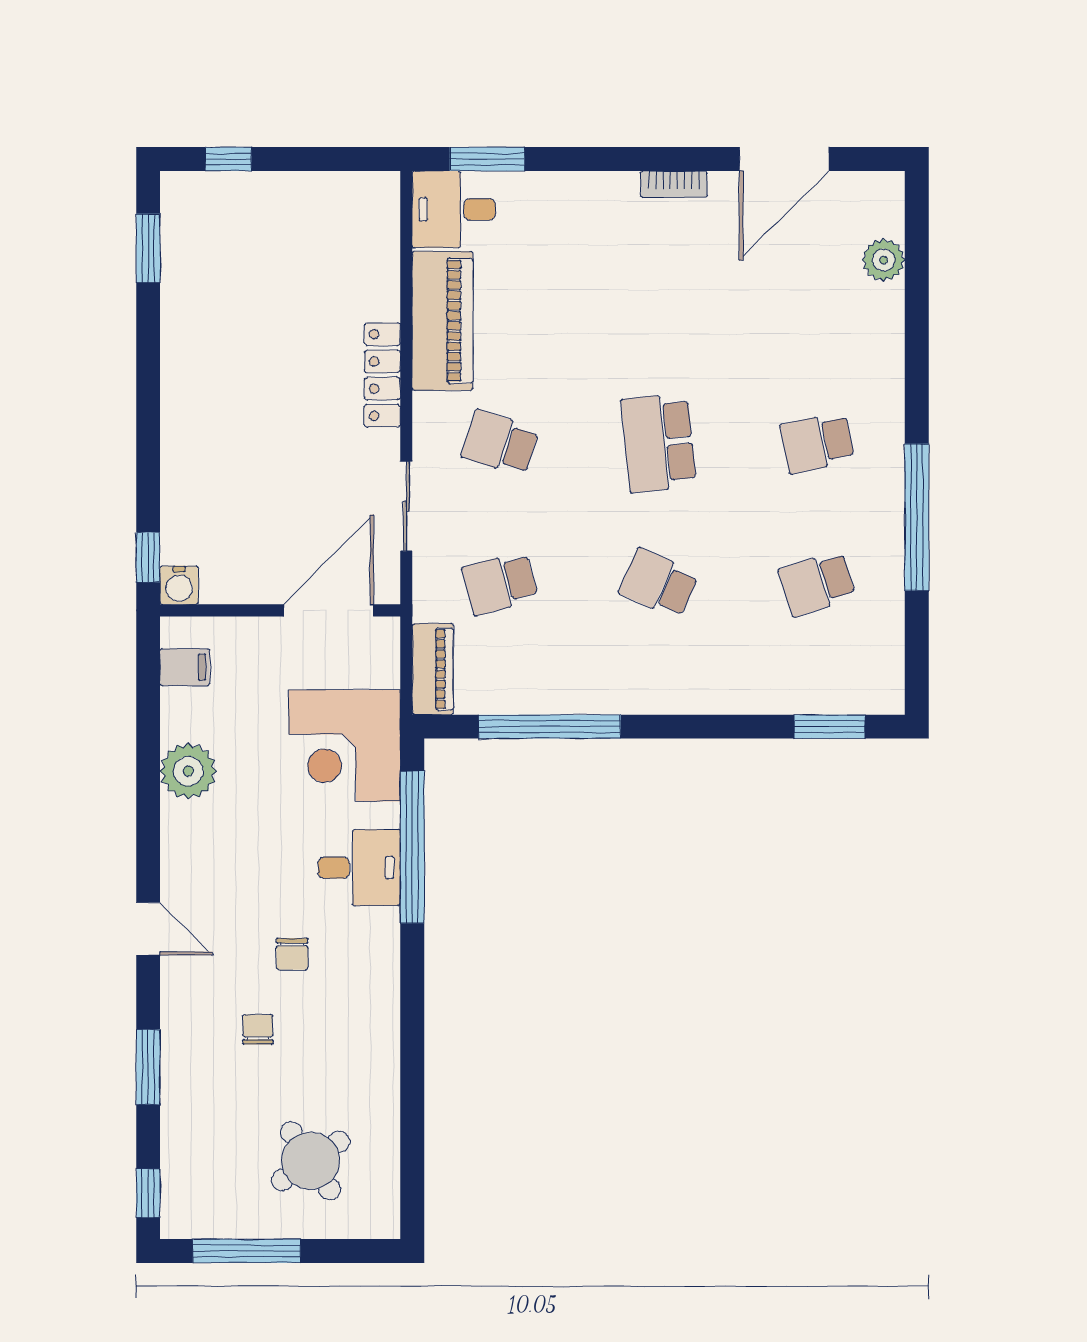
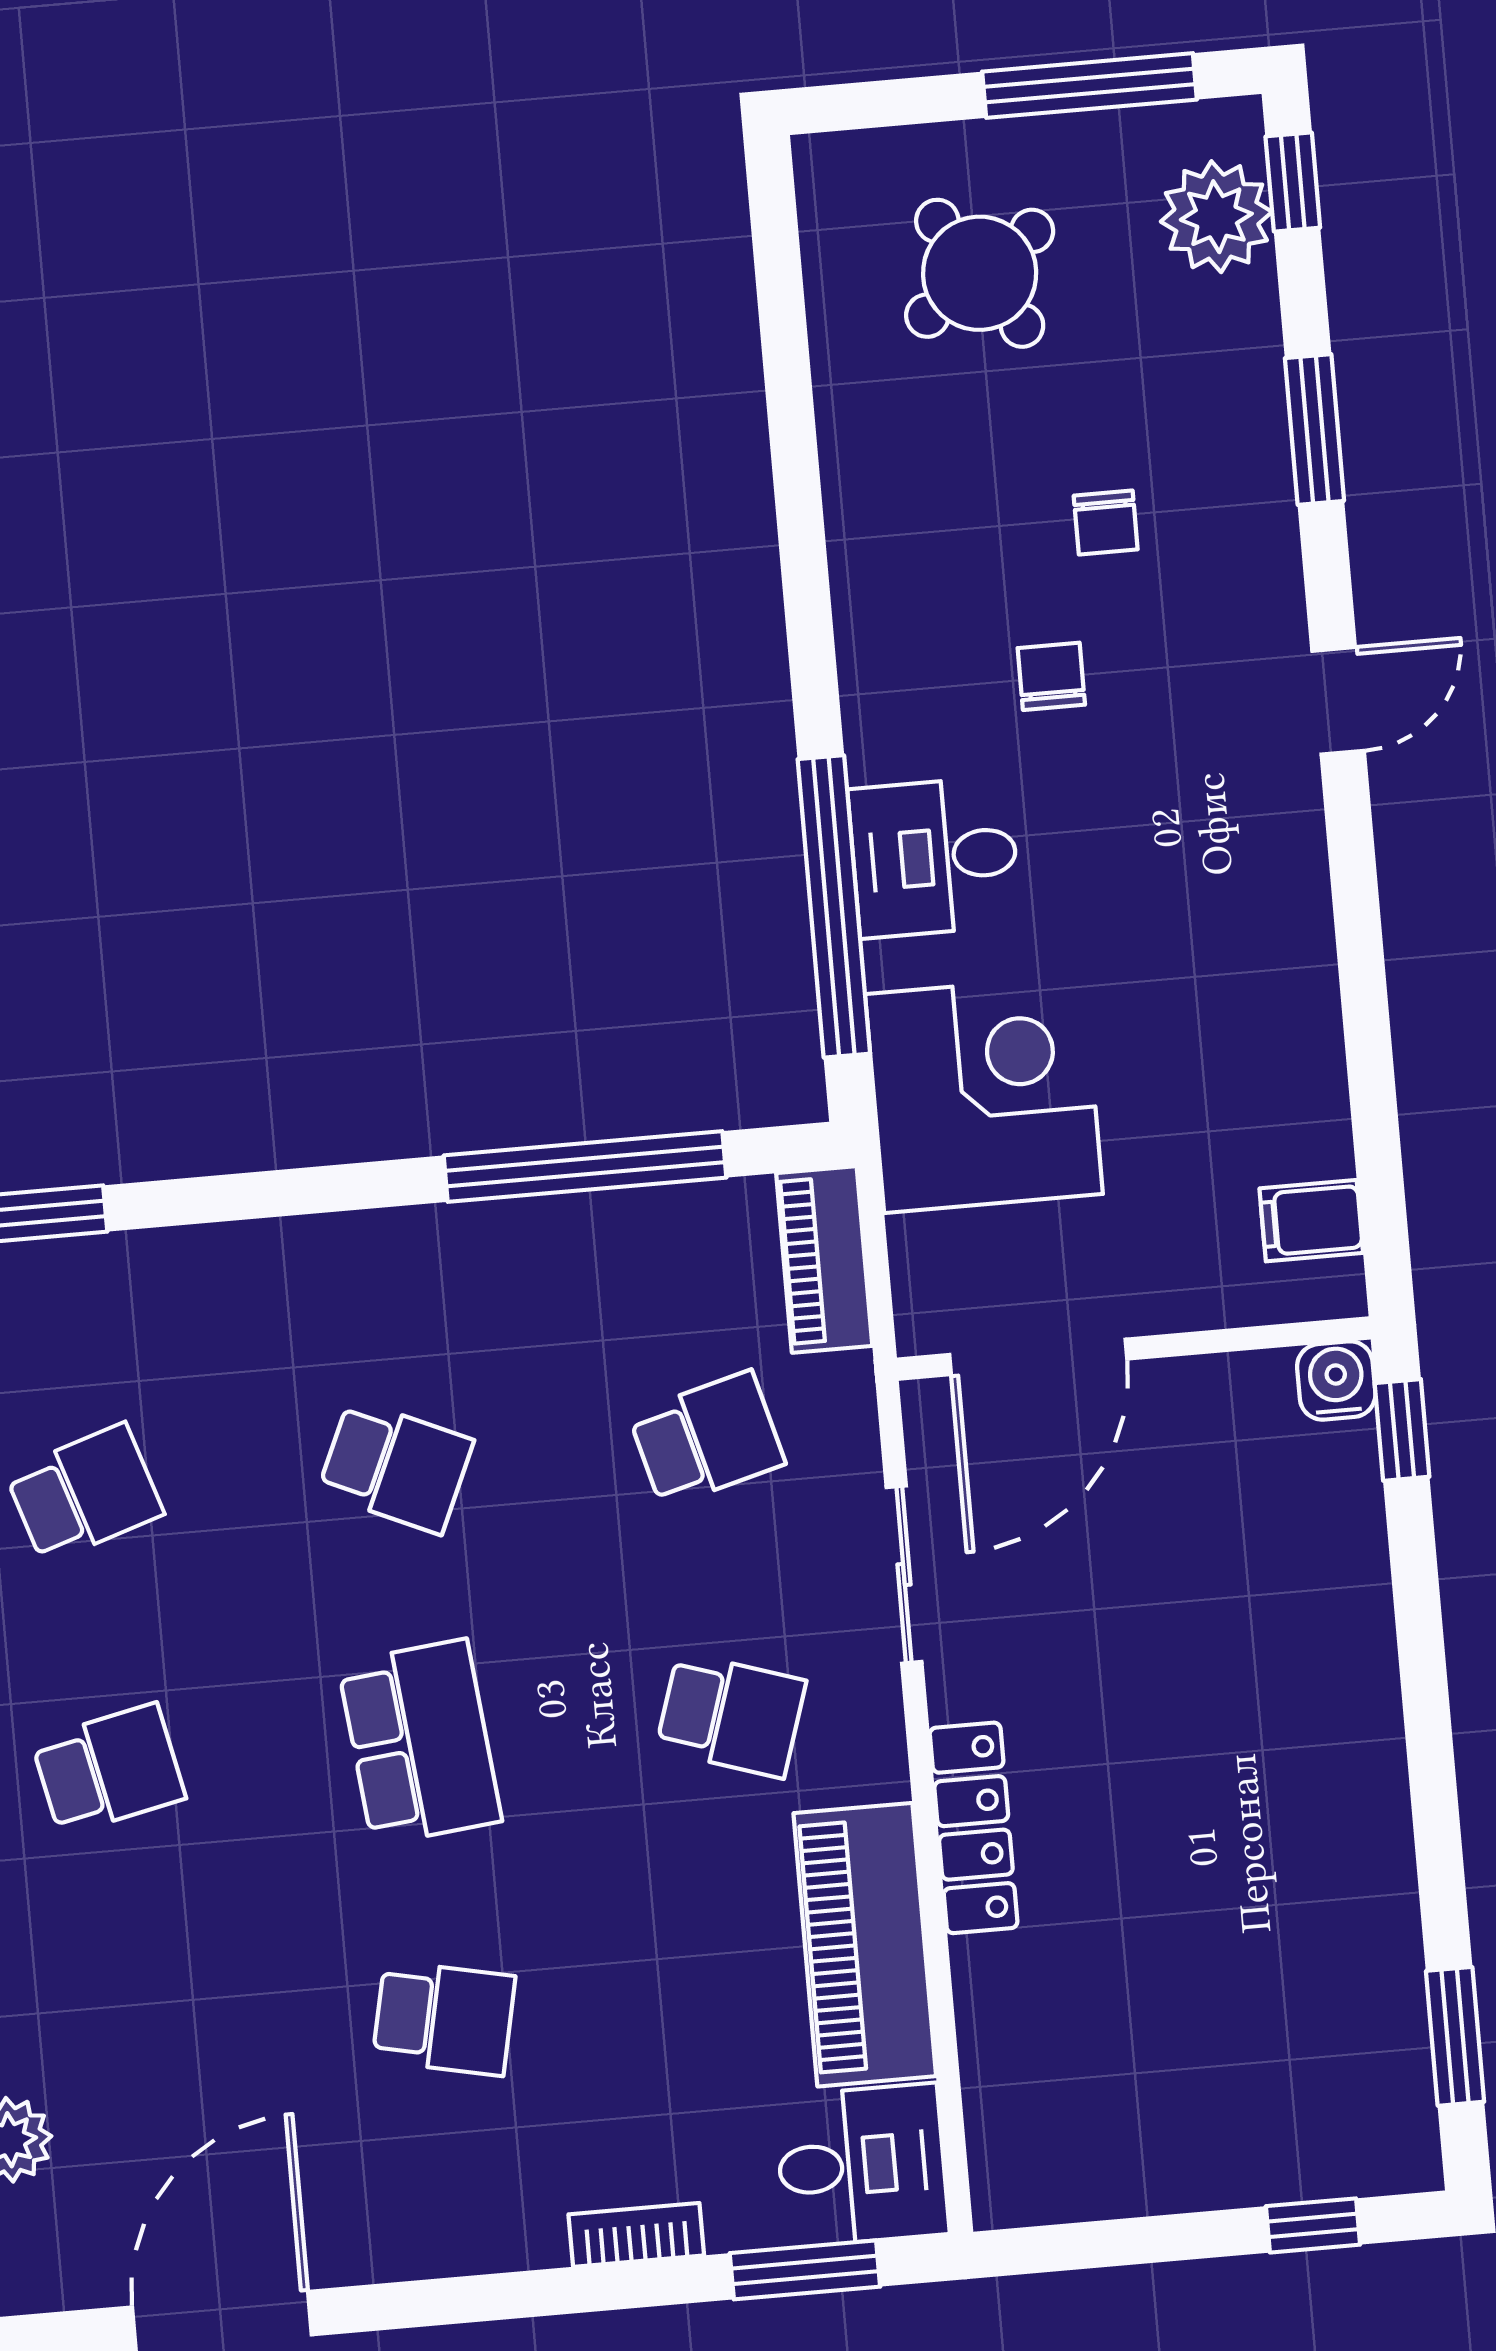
bookcase: (674, 184) -> (636, 2235), moved
school desk: (659, 302) -> (444, 2018), added
plant: (188, 771) -> (1216, 217), moved
door: (148, 929) -> (1338, 701), swing flipped

